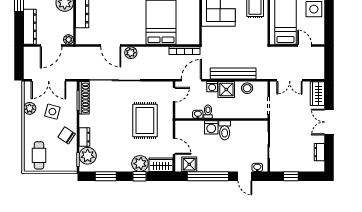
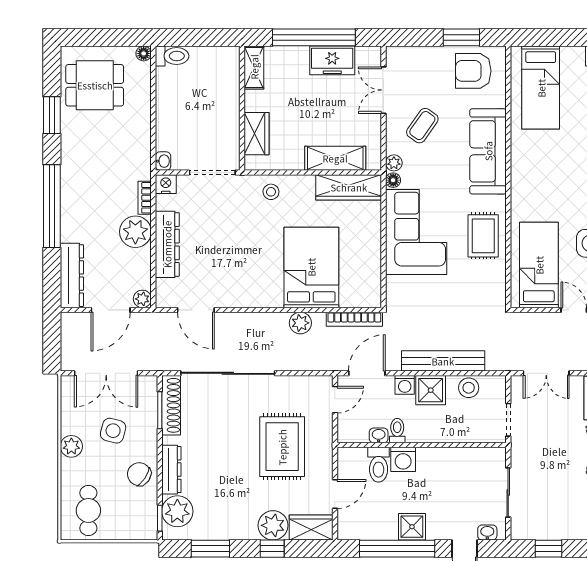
door: (111, 46) -> (196, 310), moved
plant: (131, 53) -> (300, 323), moved
plant: (30, 108) -> (71, 446), moved
toilet: (225, 130) -> (379, 465), moved
dresser: (84, 137) -> (171, 470), width x1.44
door: (174, 146) -> (335, 494), hinge flipped
shower: (189, 164) -> (412, 527), moved

